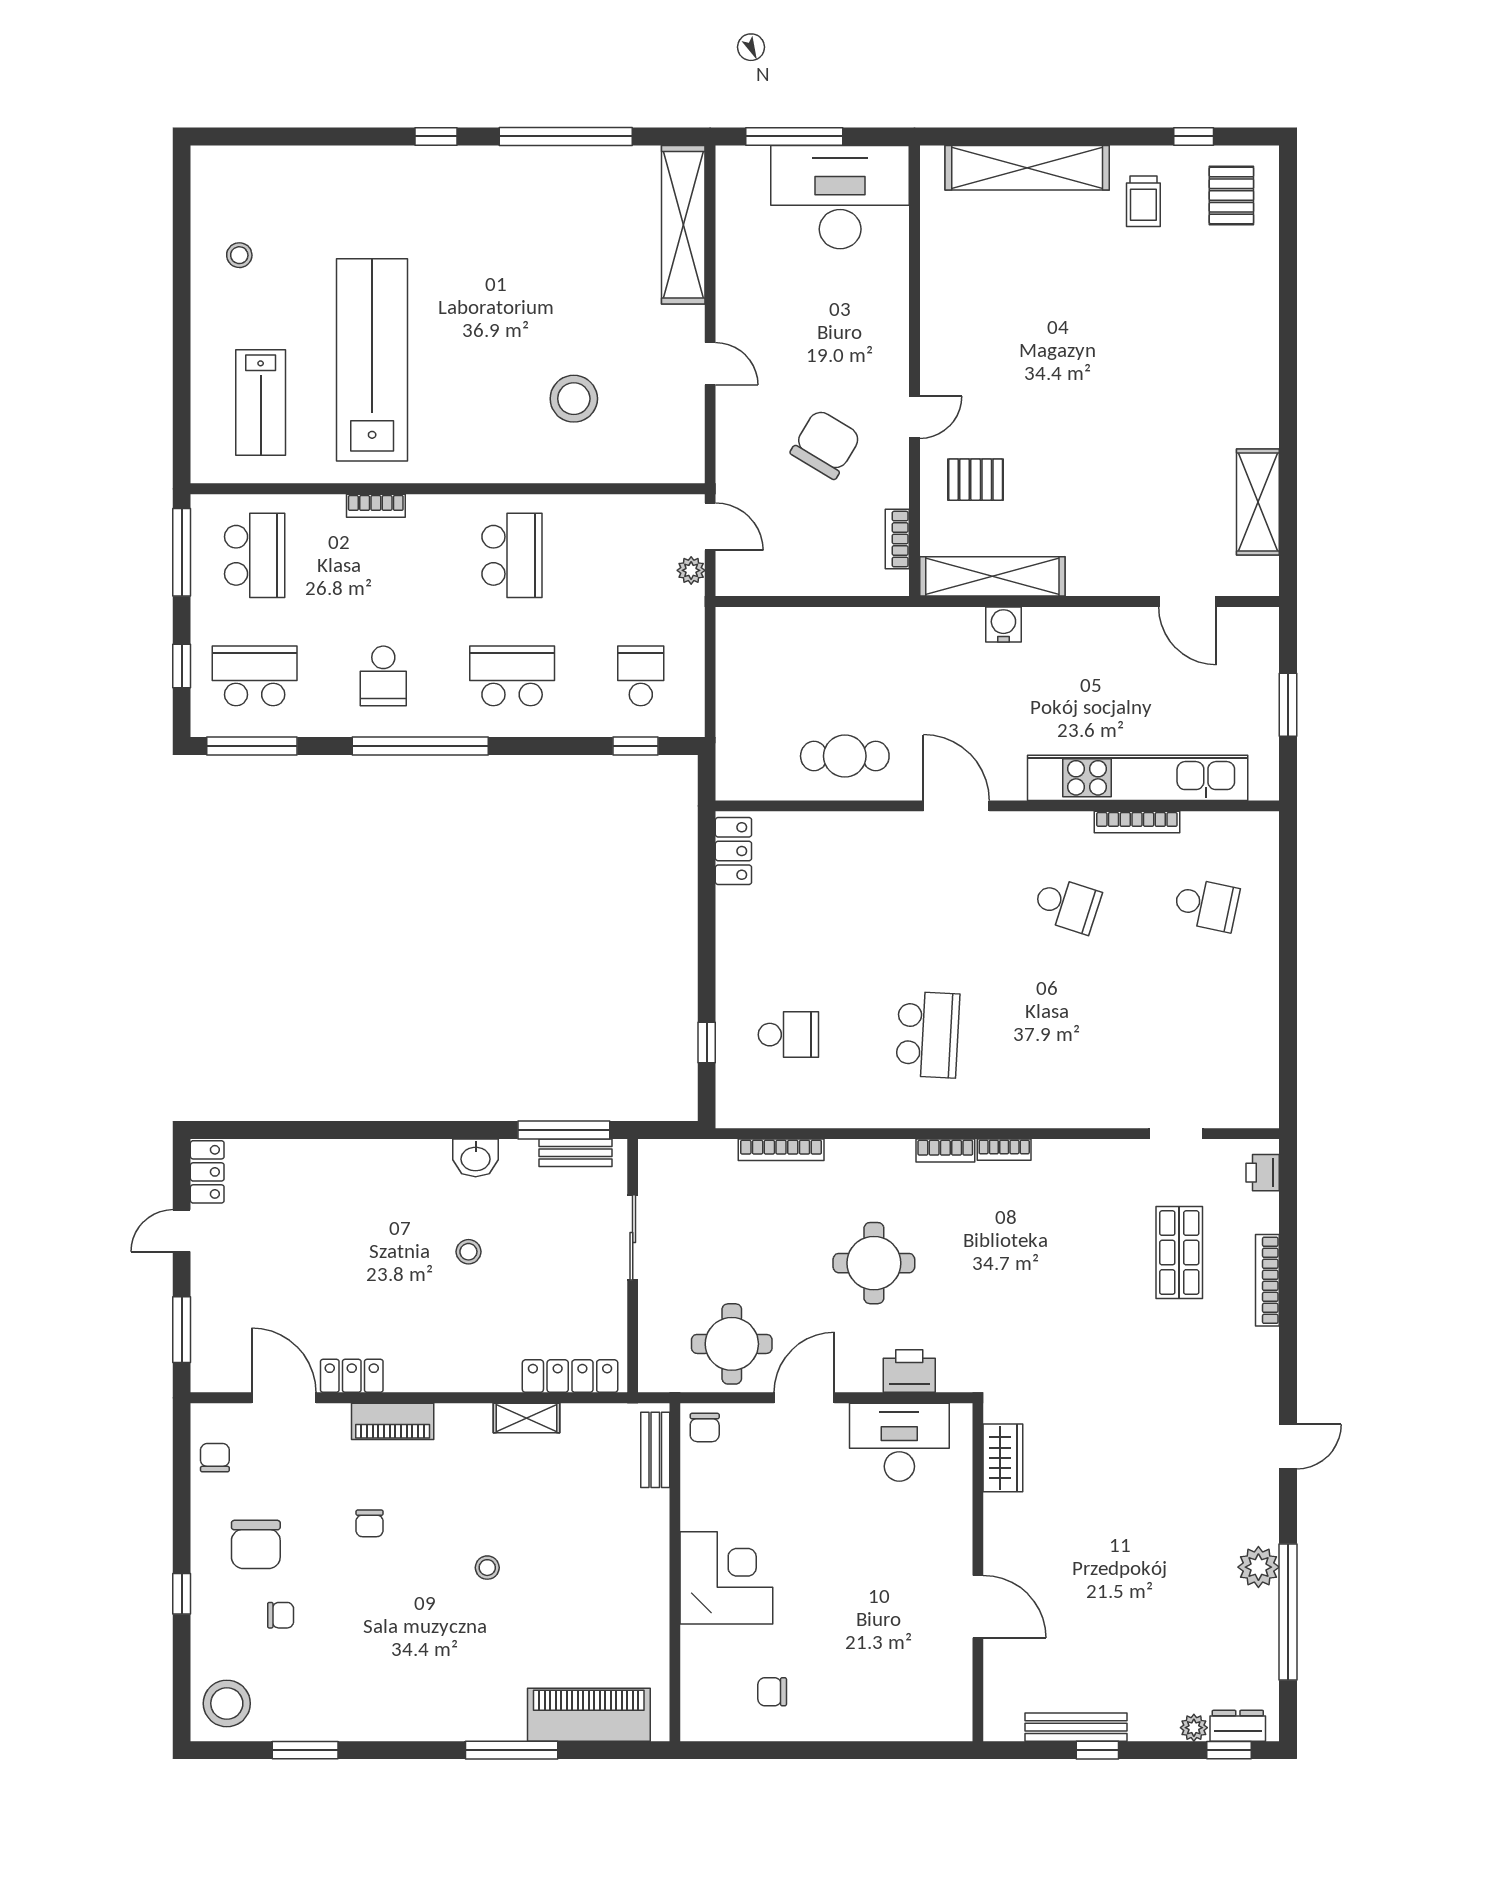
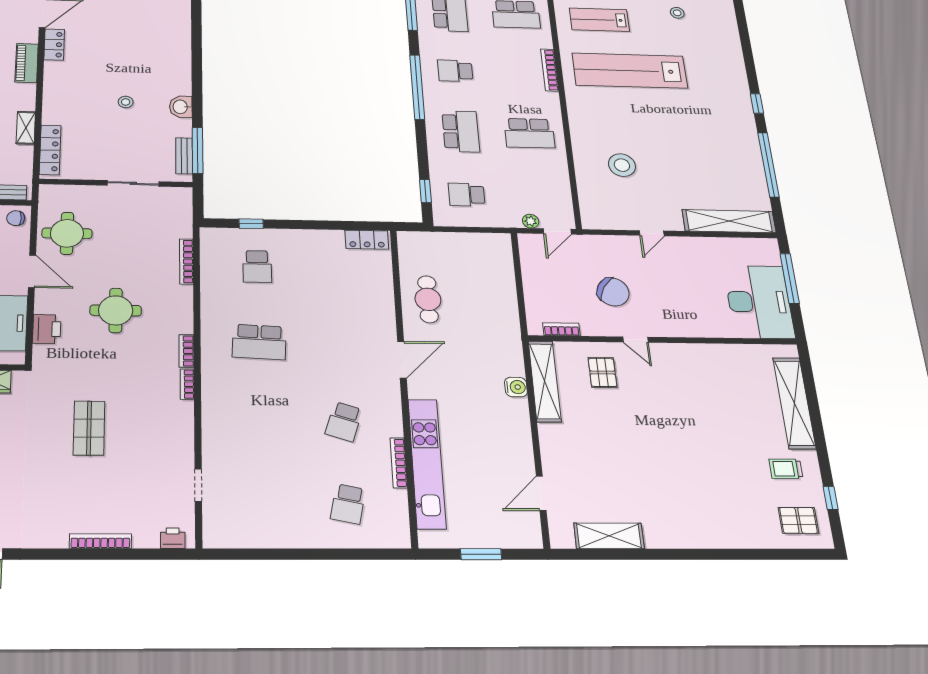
lab bench: (372, 360) -> (630, 71), turned 180
bookcase: (376, 506) -> (550, 70), width x1.56
school desk: (641, 676) -> (467, 195), turned 180
shop shelf: (1179, 1253) -> (89, 428), moved, turned 90

